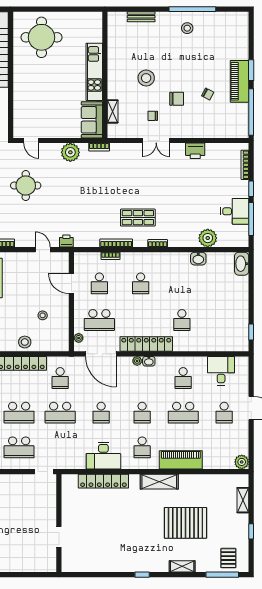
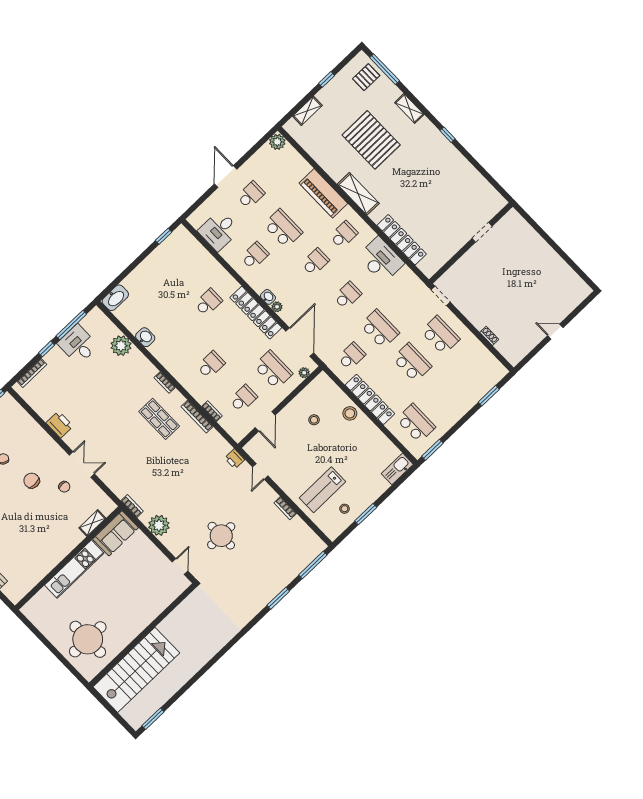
stool: (146, 78) -> (39, 522), removed

